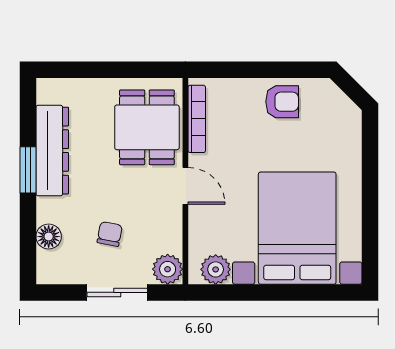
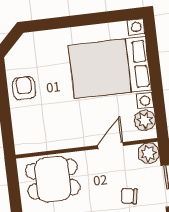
bookcase: (197, 119) -> (43, 146), removed
door: (185, 186) -> (110, 145), moved

